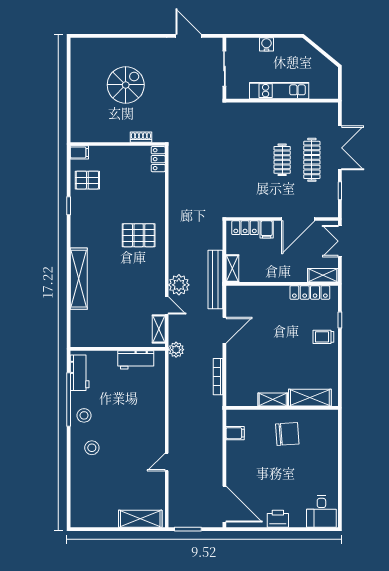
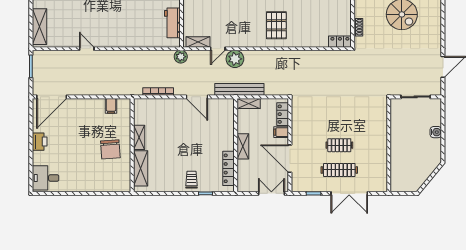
kitchen unit: (279, 91) -> (397, 143), removed
shelving: (323, 275) -> (243, 146), moved

